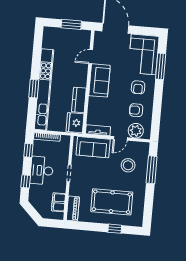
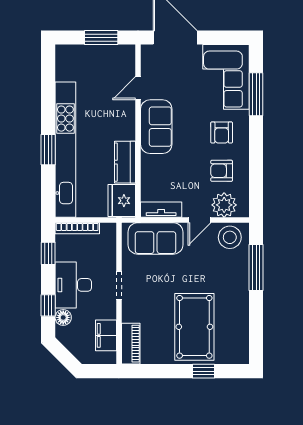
stool: (128, 165) -> (230, 237), moved
floor lamp: (34, 189) -> (63, 317), added
pool table: (112, 202) -> (194, 327), turned 90

